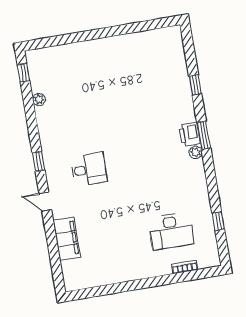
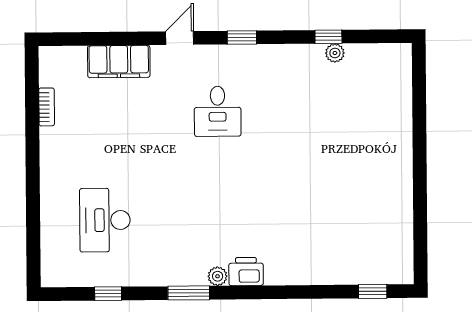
window: (24, 73) -> (328, 37), moved
window: (195, 85) -> (373, 291), moved
window: (204, 135) -> (189, 293), moved
bookcase: (185, 267) -> (47, 107), moved

